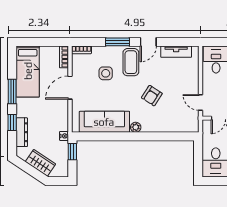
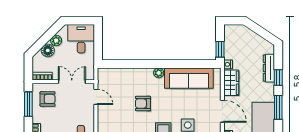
door: (70, 88) -> (222, 111), hinge flipped
armchair: (152, 96) -> (143, 104), turned -123
wardrobe: (41, 163) -> (231, 83), moved, turned -124

